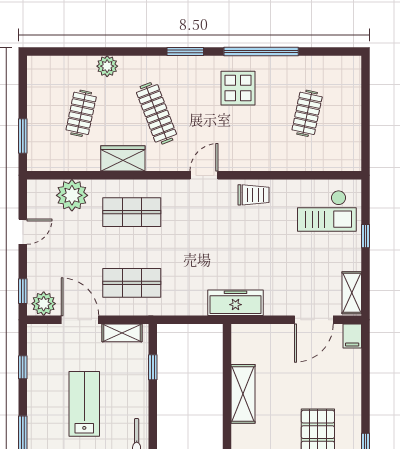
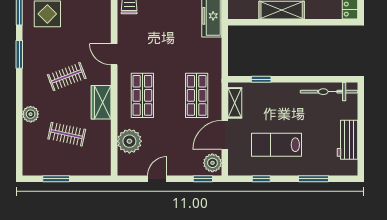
clothes rail: (156, 113) -> (67, 76), width x0.73
window: (23, 136) -> (56, 179), moved
door: (204, 175) -> (114, 54), moved
door: (23, 232) -> (157, 179), hinge flipped
lab bench: (84, 404) -> (276, 145), moved

